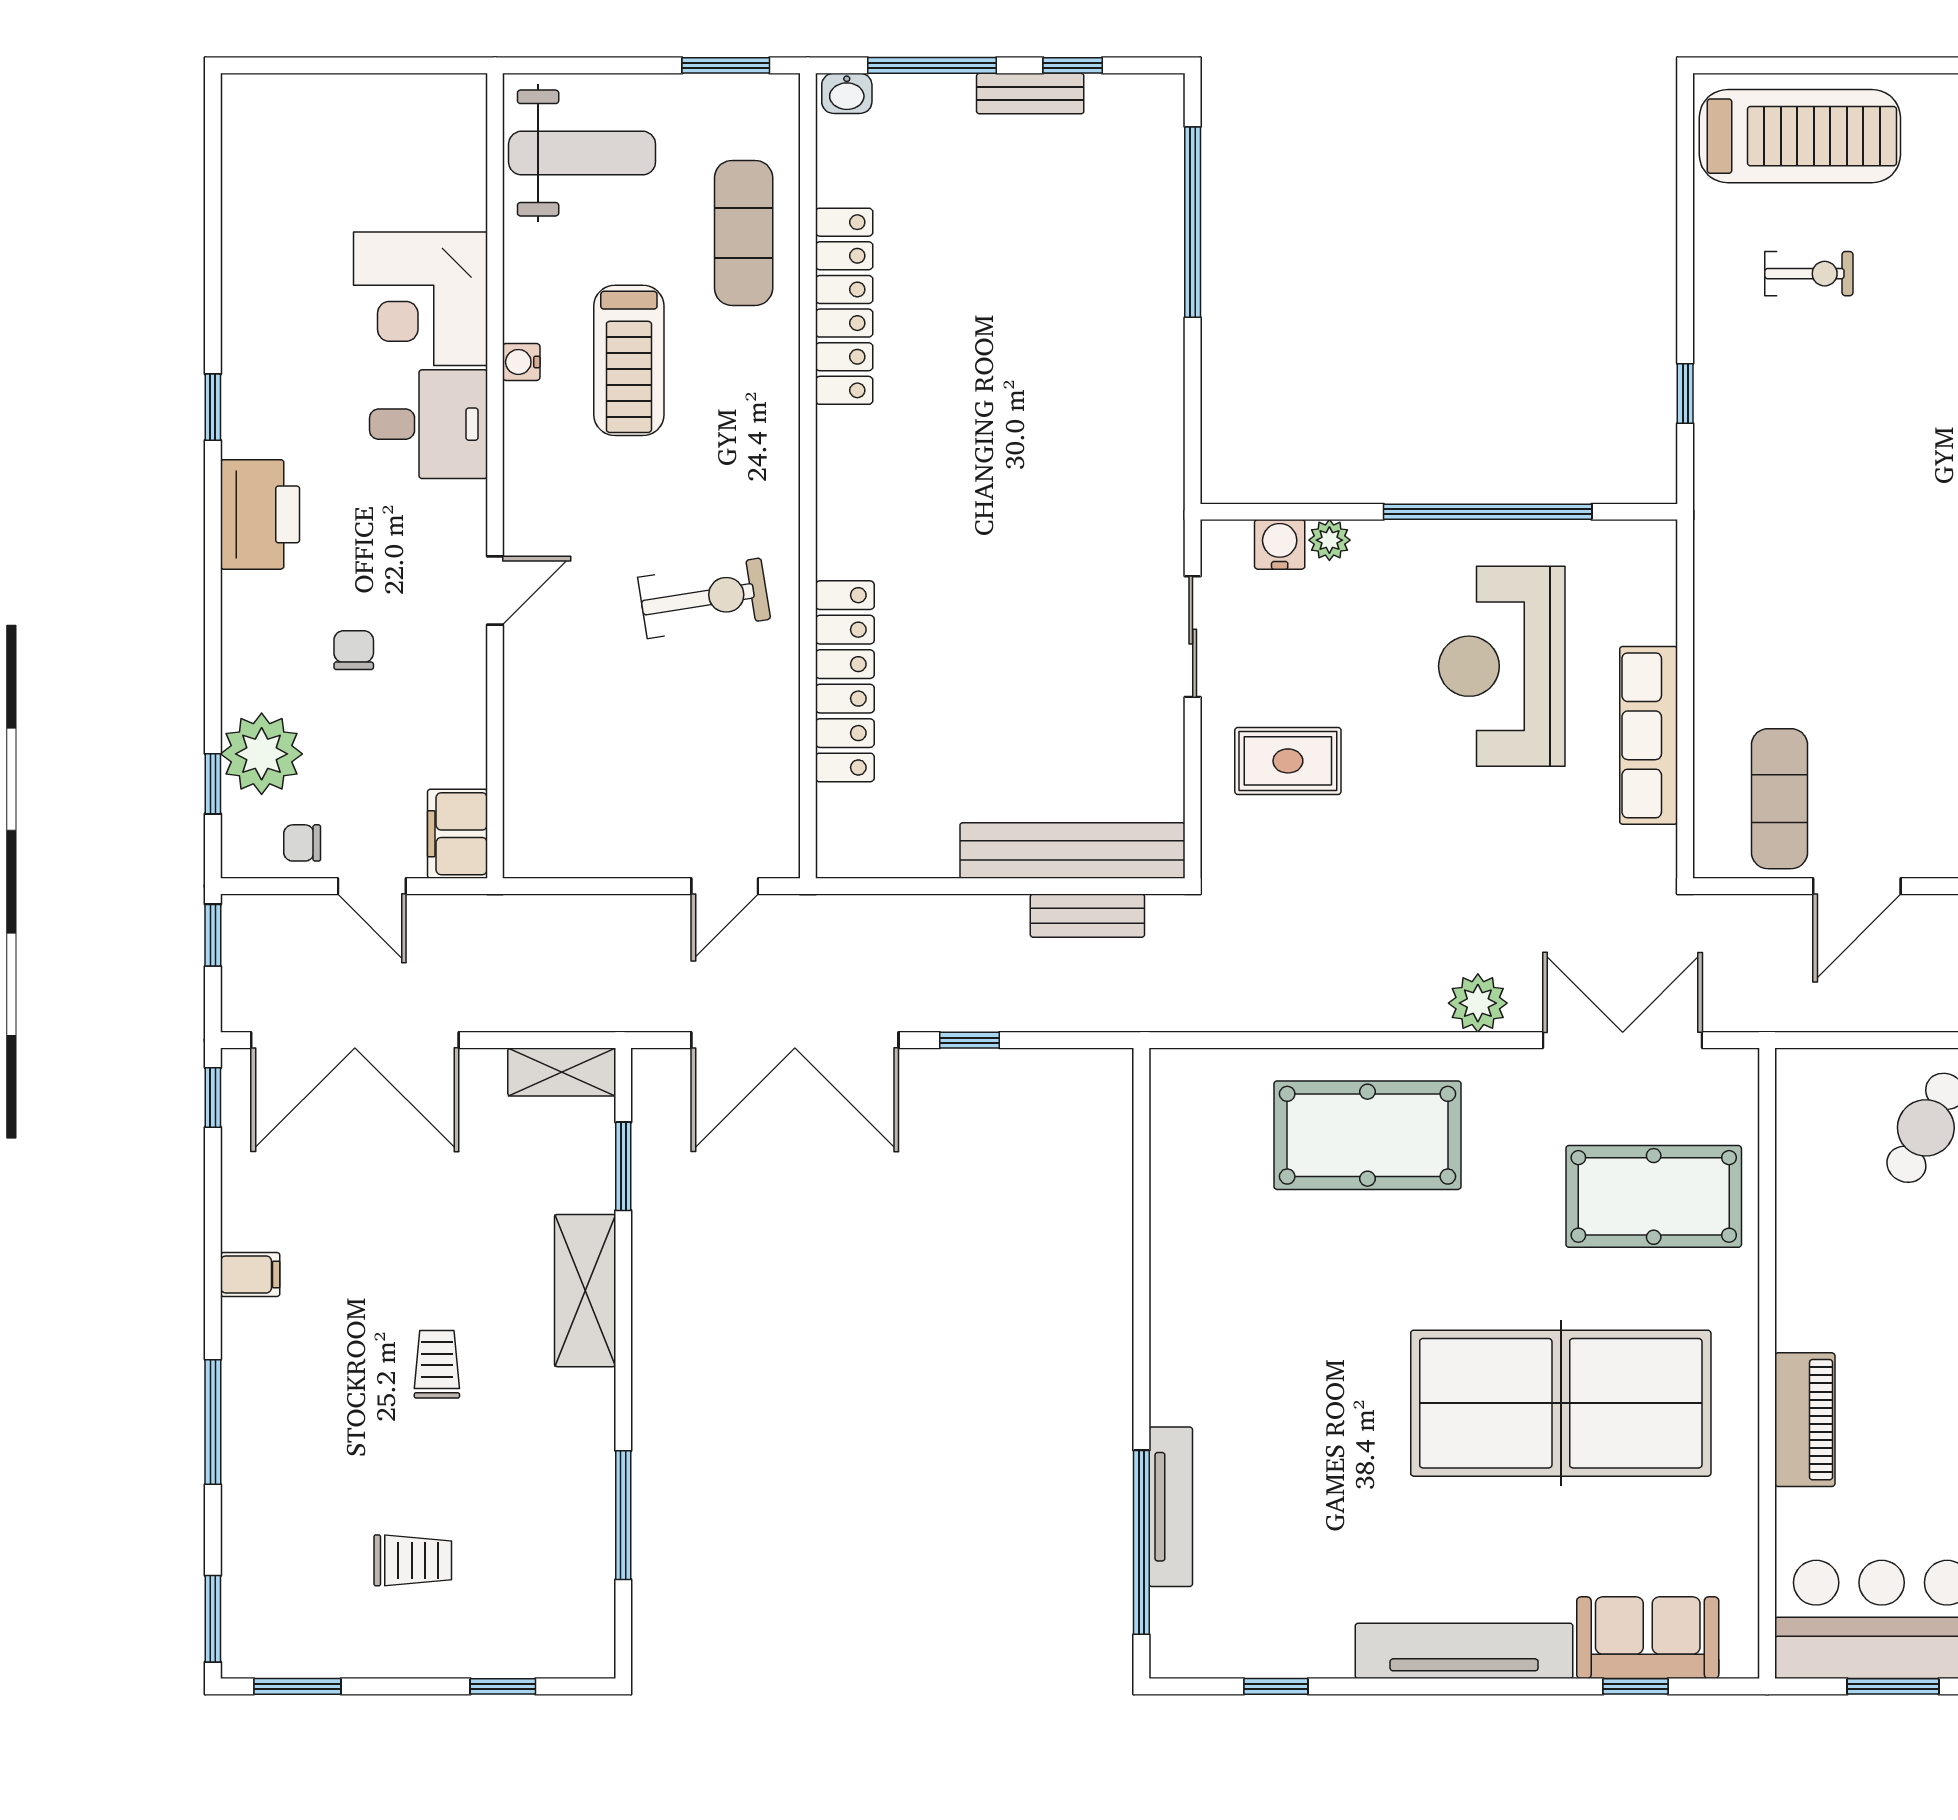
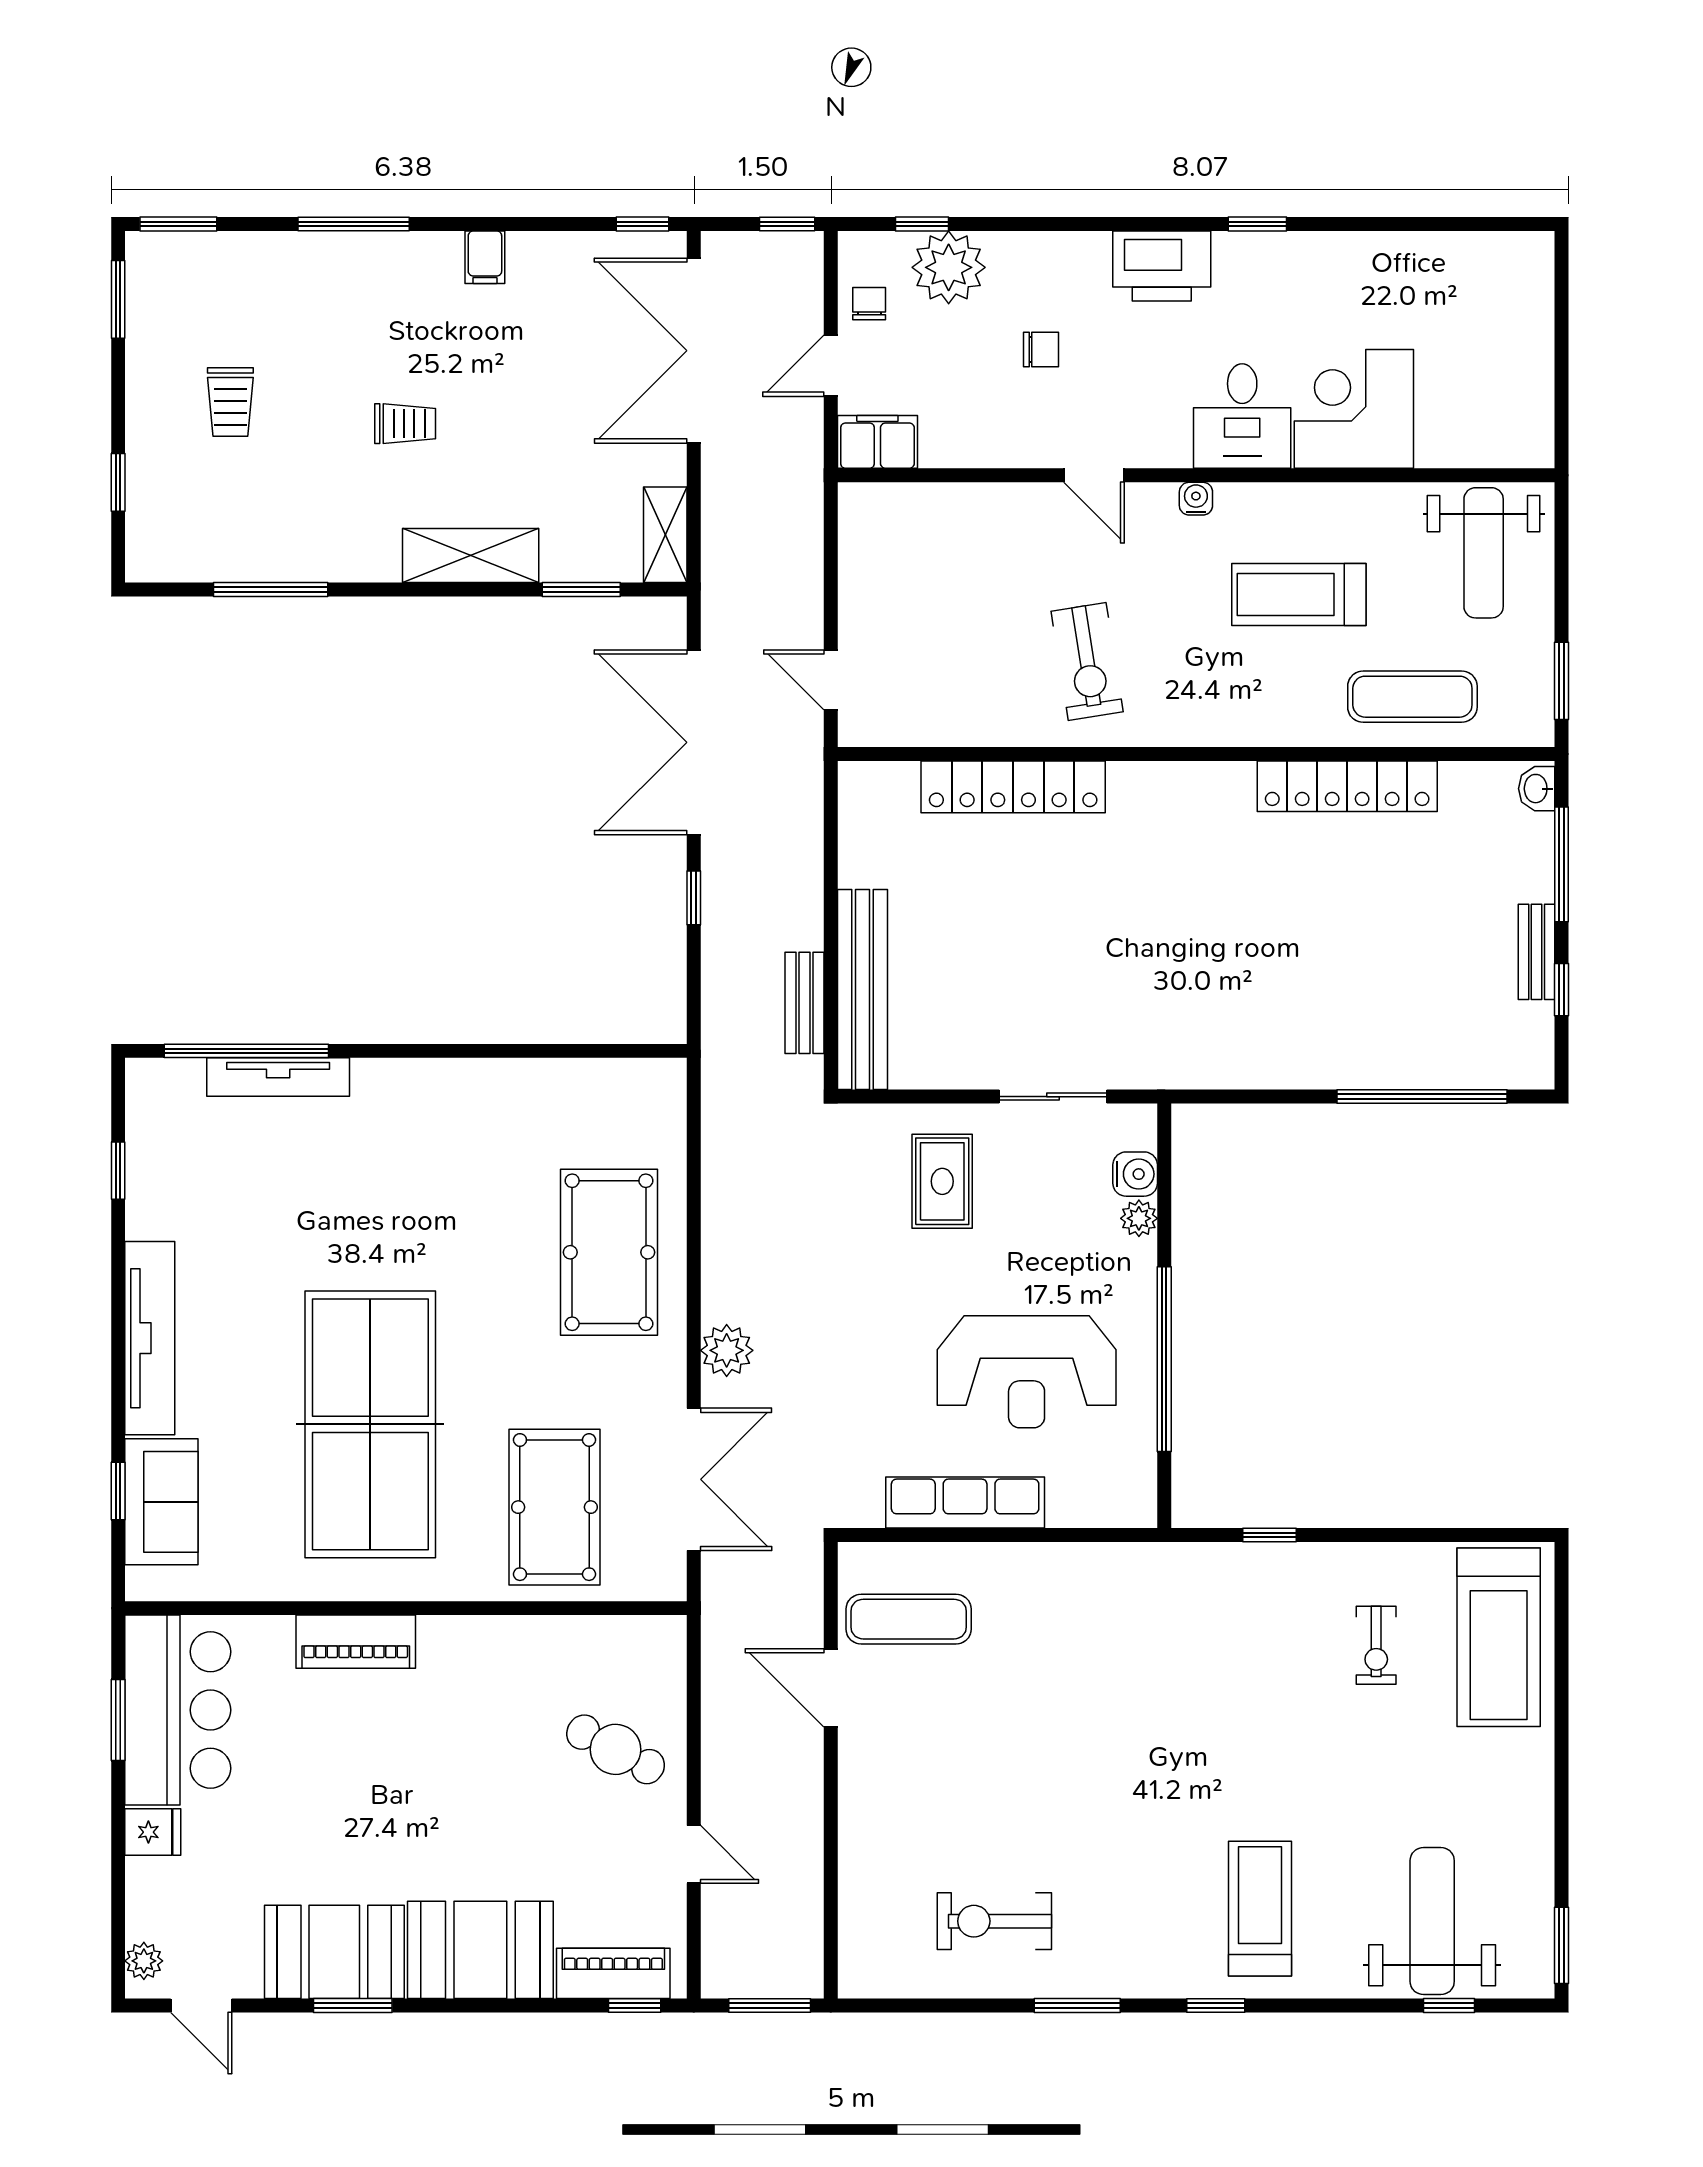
water cooler: (521, 362) -> (1196, 499), moved
reception desk: (1502, 666) -> (1027, 1372), turned 180

